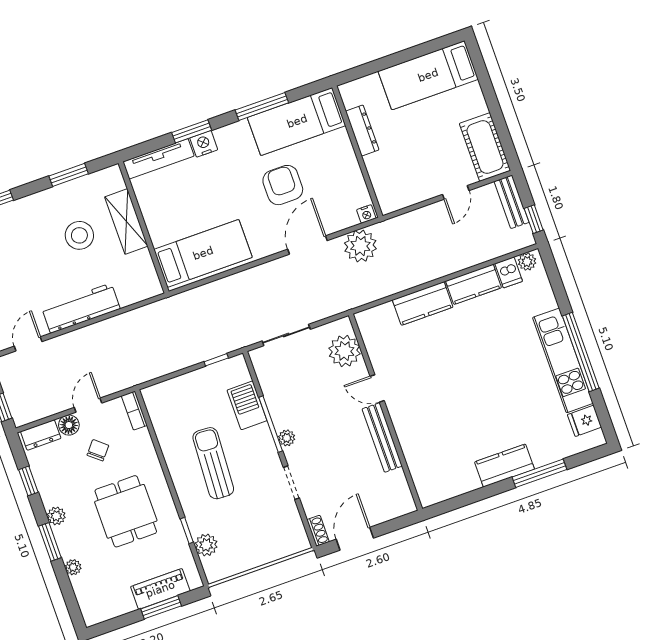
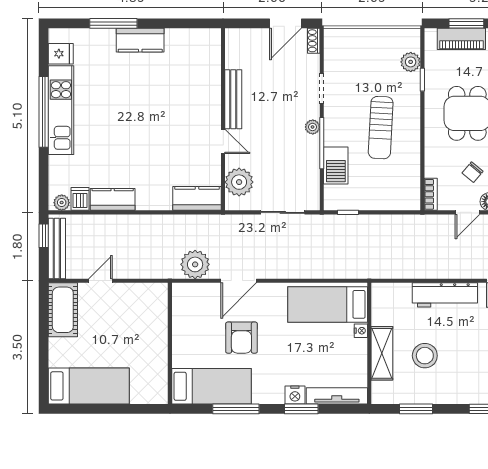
dresser: (362, 130) -> (160, 360), removed
bench: (512, 202) -> (57, 249), width x1.36
nightstand: (366, 214) -> (361, 331), moved, turned 90
kitchen counter: (423, 304) -> (197, 198), moved

